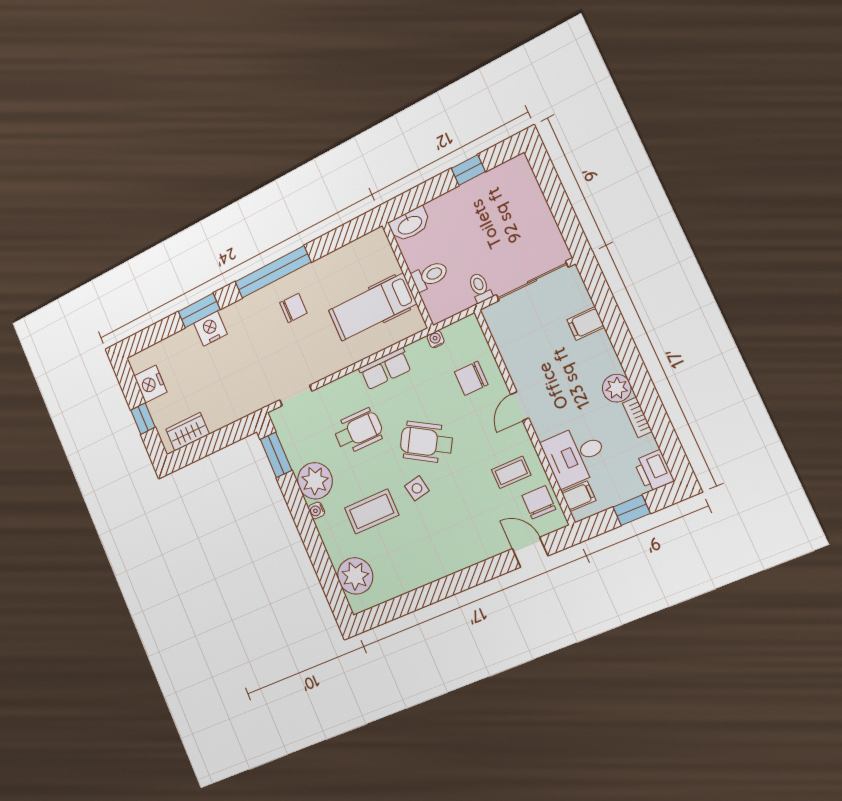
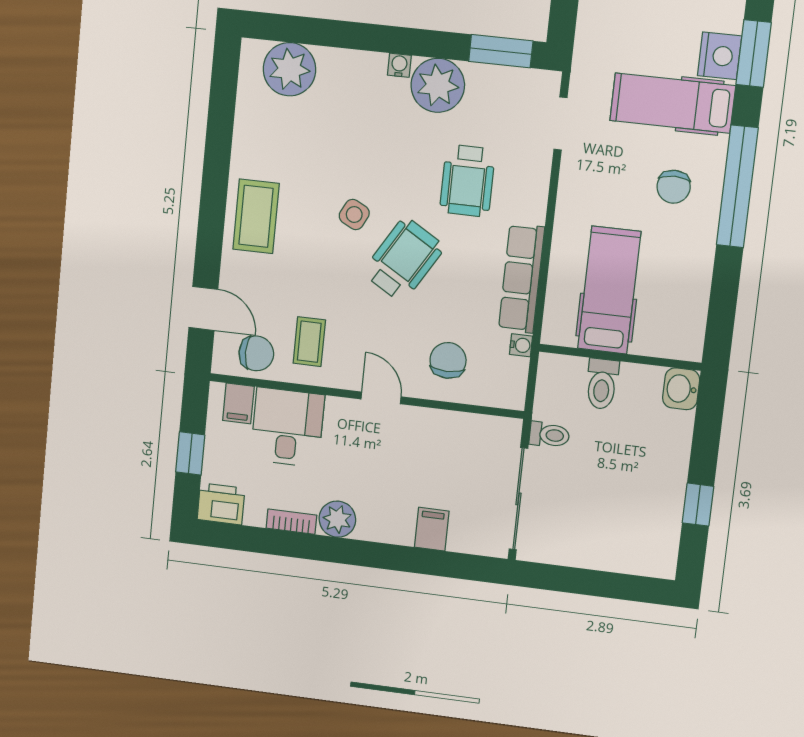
washbasin: (410, 224) -> (681, 389), width x0.72
hospital bed: (249, 338) -> (673, 103), added
row of seats: (385, 369) -> (522, 278), width x1.48
side table: (417, 488) -> (354, 214), turned 38
coffee table: (372, 511) -> (256, 216), moved
door: (530, 552) -> (203, 308), hinge flipped

